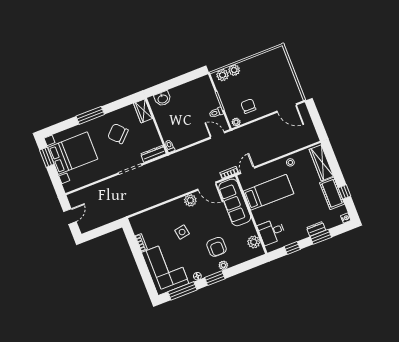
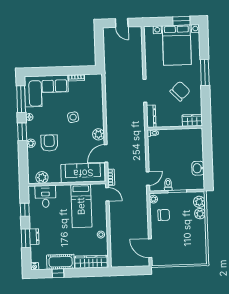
washbasin: (163, 99) -> (198, 168), moved
door: (287, 108) -> (150, 248), hinge flipped
armchair: (216, 247) -> (49, 143), turned 90

